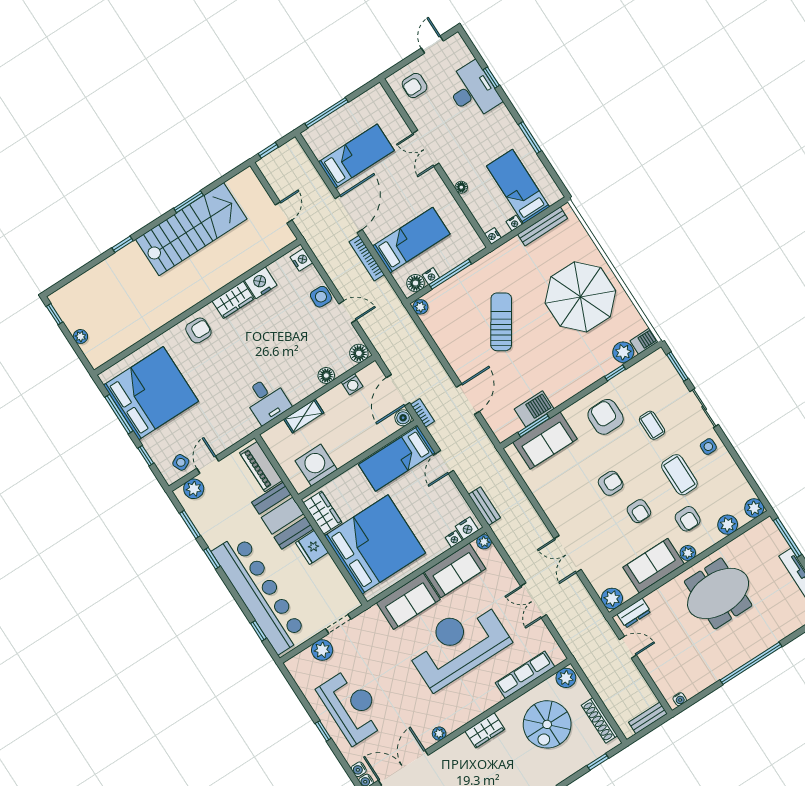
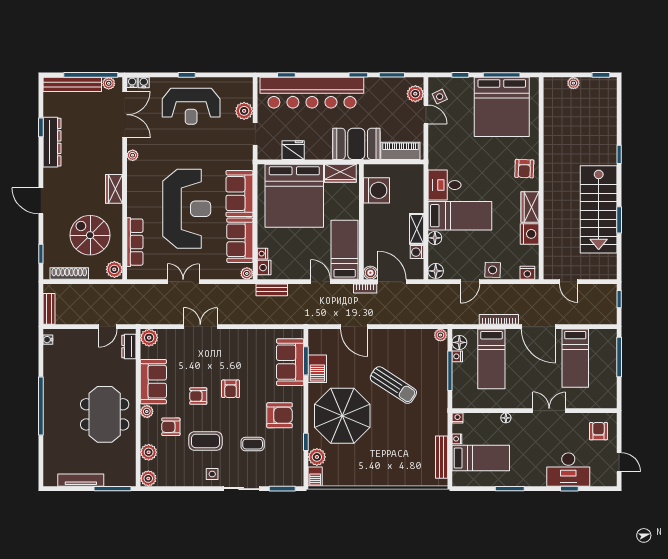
parasol: (580, 297) -> (342, 416), moved
bed: (288, 365) -> (460, 216), added
shelving: (304, 416) -> (417, 229), moved
fridge: (312, 547) -> (293, 150), moved

